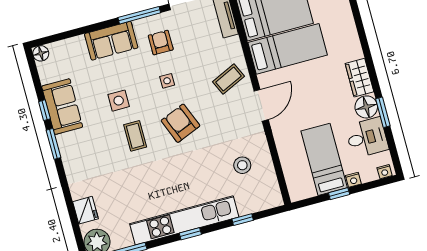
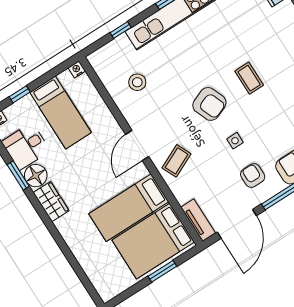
armchair: (161, 43) -> (253, 176), turned 180
side table: (119, 101) -> (276, 107), removed
nightstand: (353, 180) -> (77, 69), moved
window: (339, 194) -> (20, 94), moved

